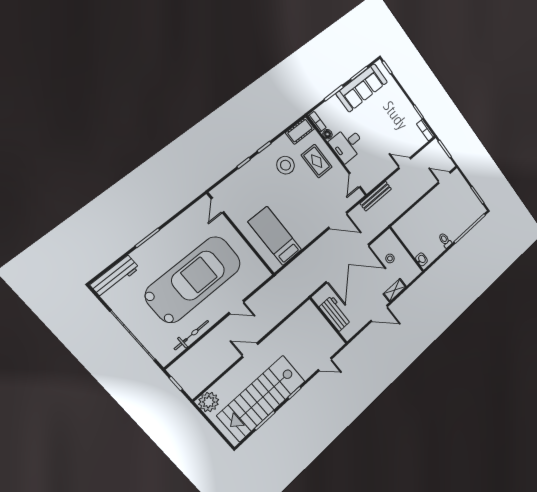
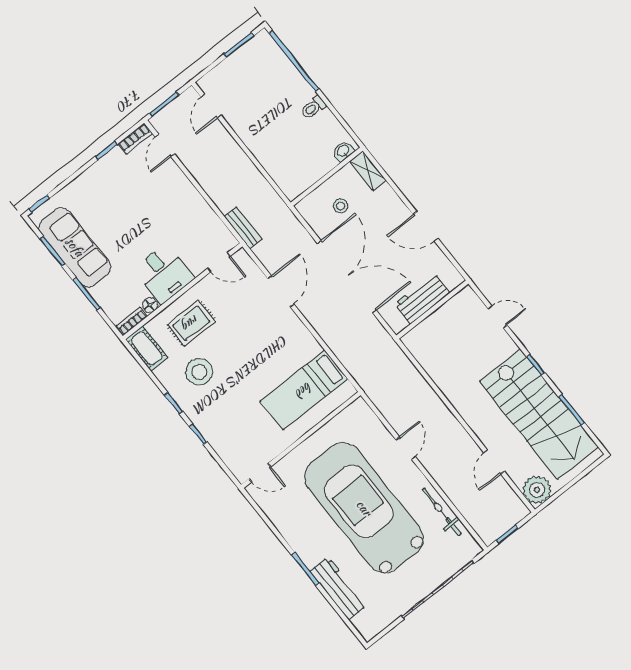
door: (405, 163) -> (165, 145), moved
bench: (376, 196) -> (243, 228), width x0.73
workbench: (115, 276) -> (338, 588), moved
shelving: (395, 290) -> (368, 171), moved
door: (379, 313) -> (426, 226), swing flipped
door: (250, 350) -> (494, 462), moved
door: (325, 364) -> (498, 317), hinge flipped

